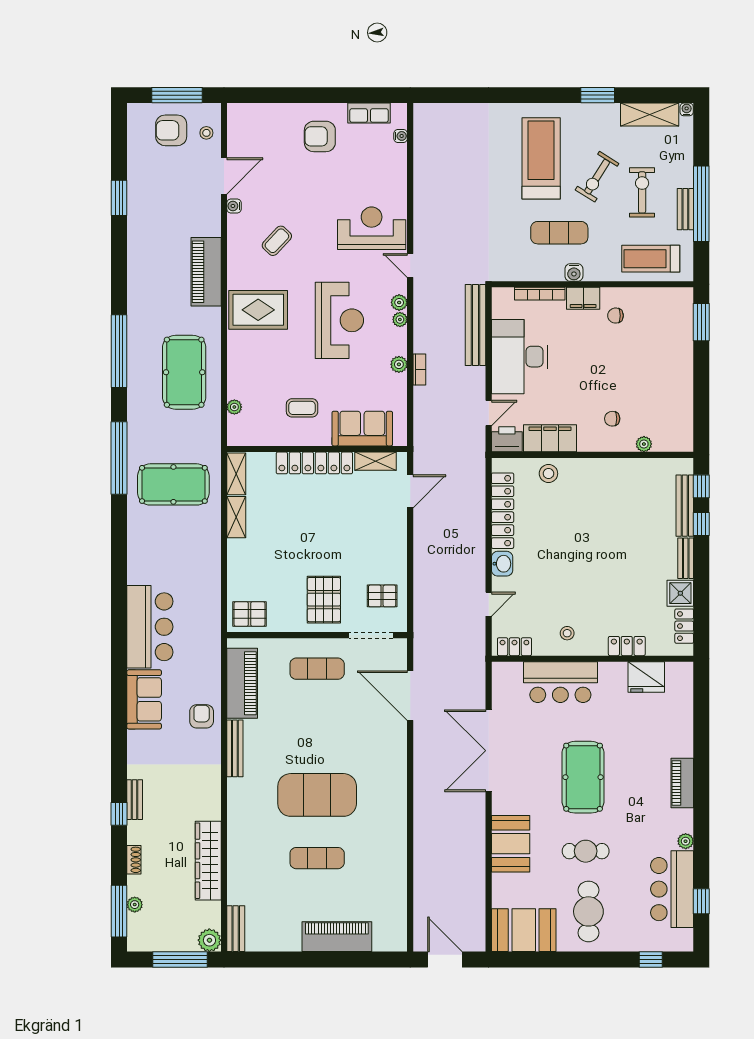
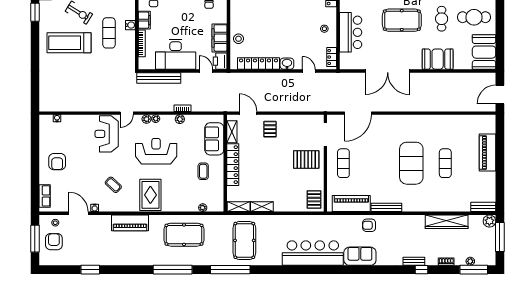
row of seats: (369, 113) -> (45, 196), moved
armchair: (171, 130) -> (54, 242), turned 180
pallet: (382, 596) -> (270, 129), moved
bar counter: (150, 627) -> (313, 253), width x1.36

